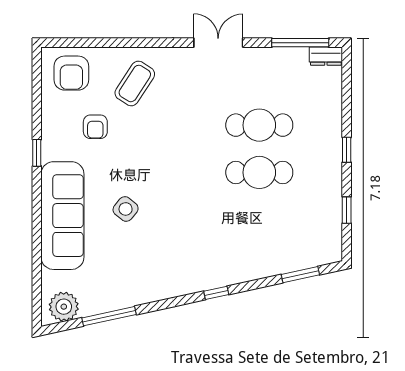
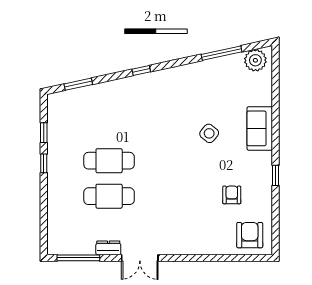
dresser: (326, 56) -> (108, 248), moved
coffee table: (135, 83) -> (202, 227), removed
window: (347, 150) -> (44, 163), moved
sofa: (62, 216) -> (260, 128), width x0.54, depth x0.79

